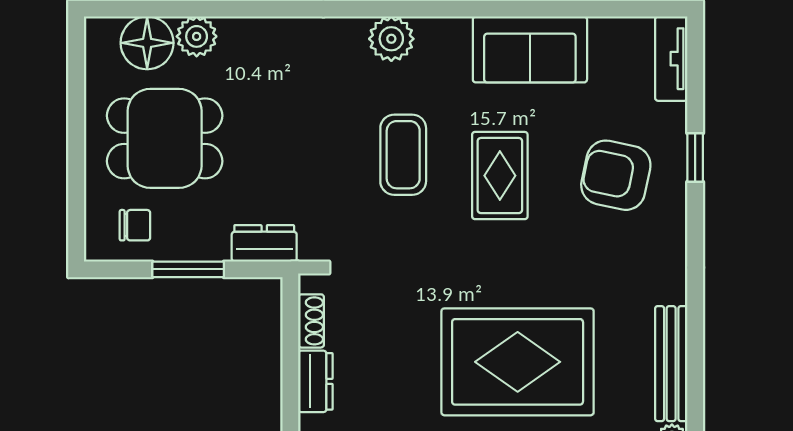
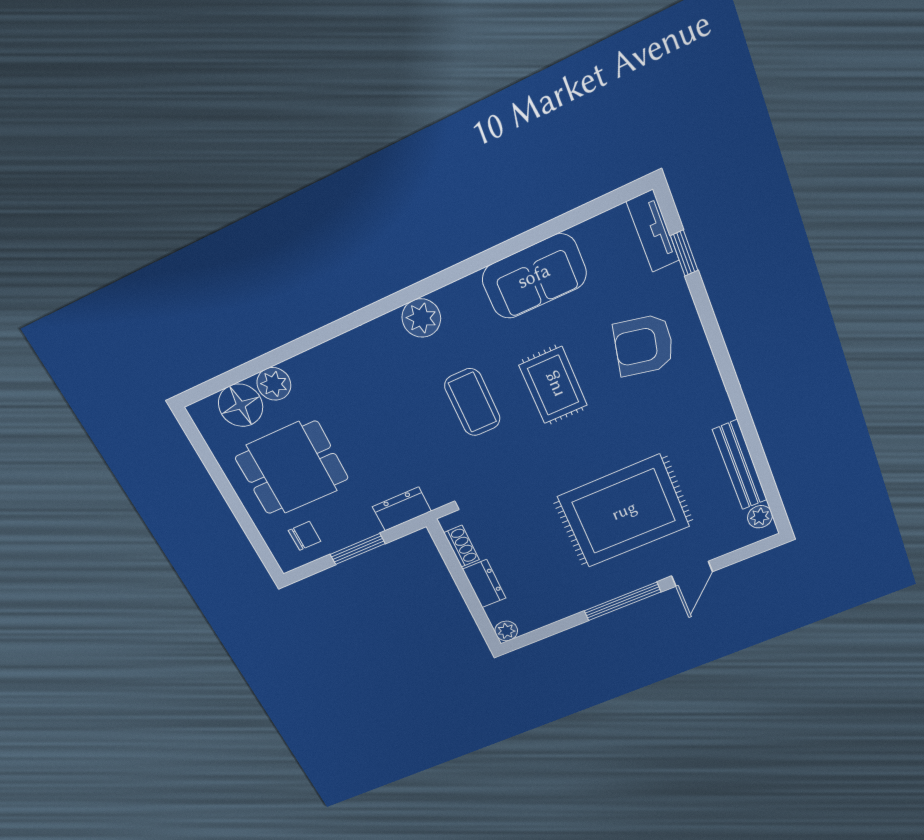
window: (695, 158) -> (684, 253), moved

